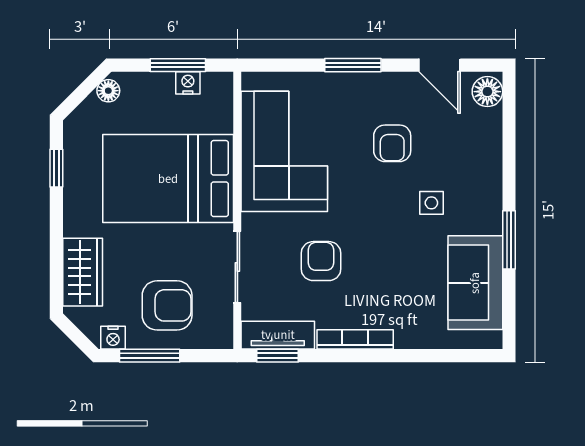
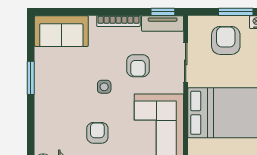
side table: (431, 203) -> (104, 87), moved
sofa: (475, 283) -> (61, 31), moved, turned 90
armchair: (167, 305) -> (226, 40), turned 90

